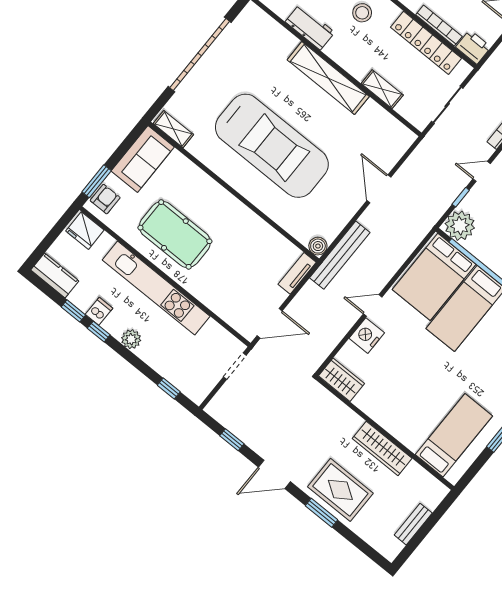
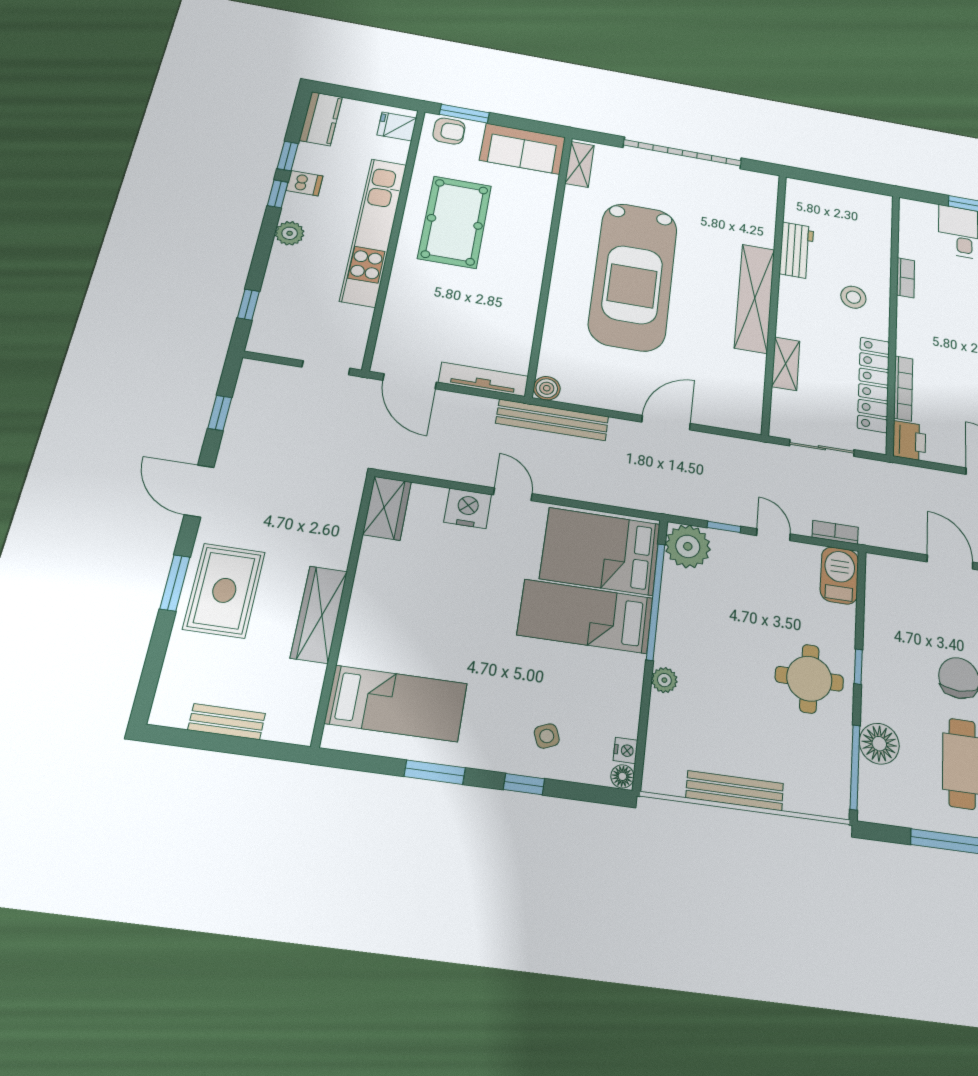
fridge: (85, 231) -> (397, 126), width x0.72
tv unit: (297, 273) -> (483, 379), width x1.41

